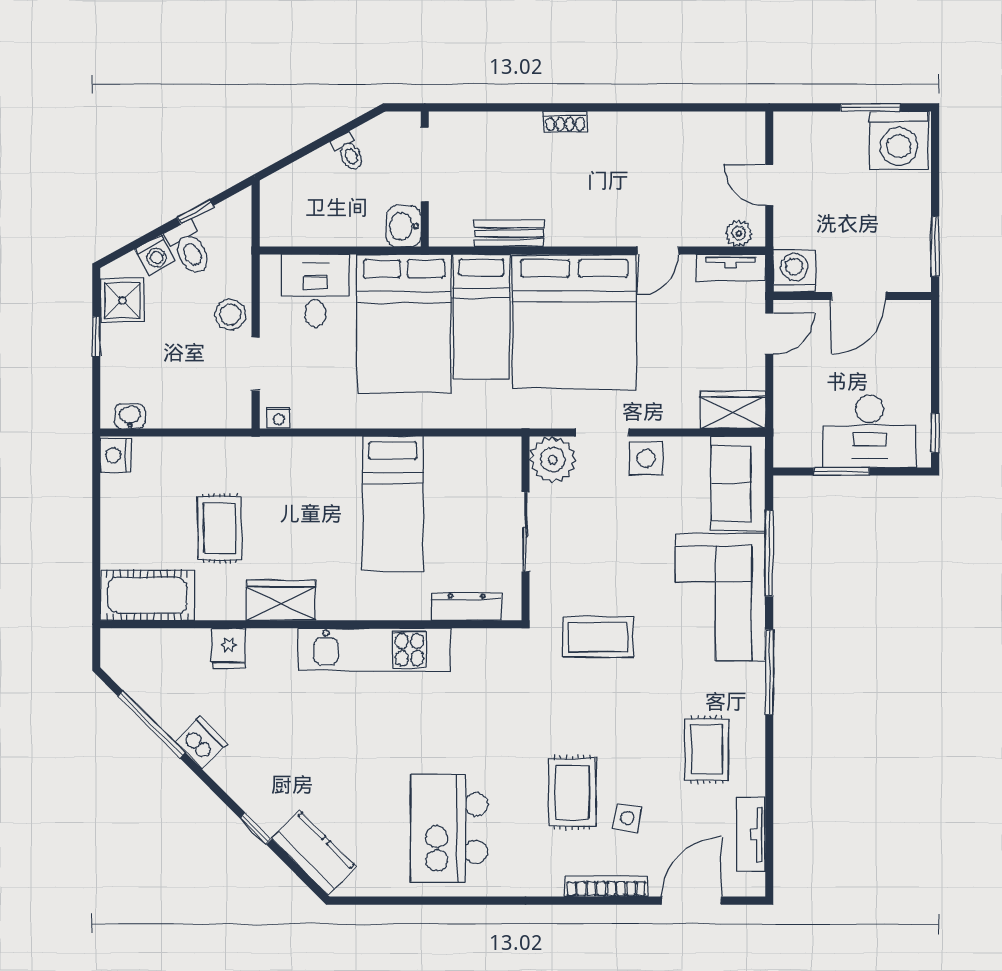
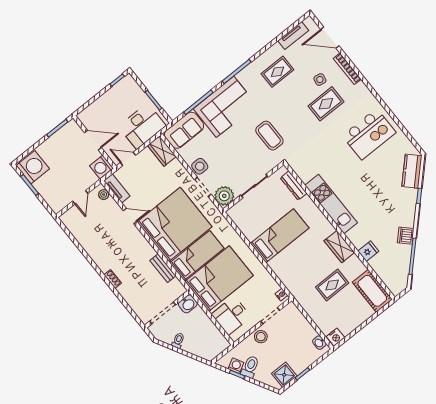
washing machine: (155, 255) -> (236, 366), moved
desk: (870, 431) -> (142, 126), moved, turned 90

